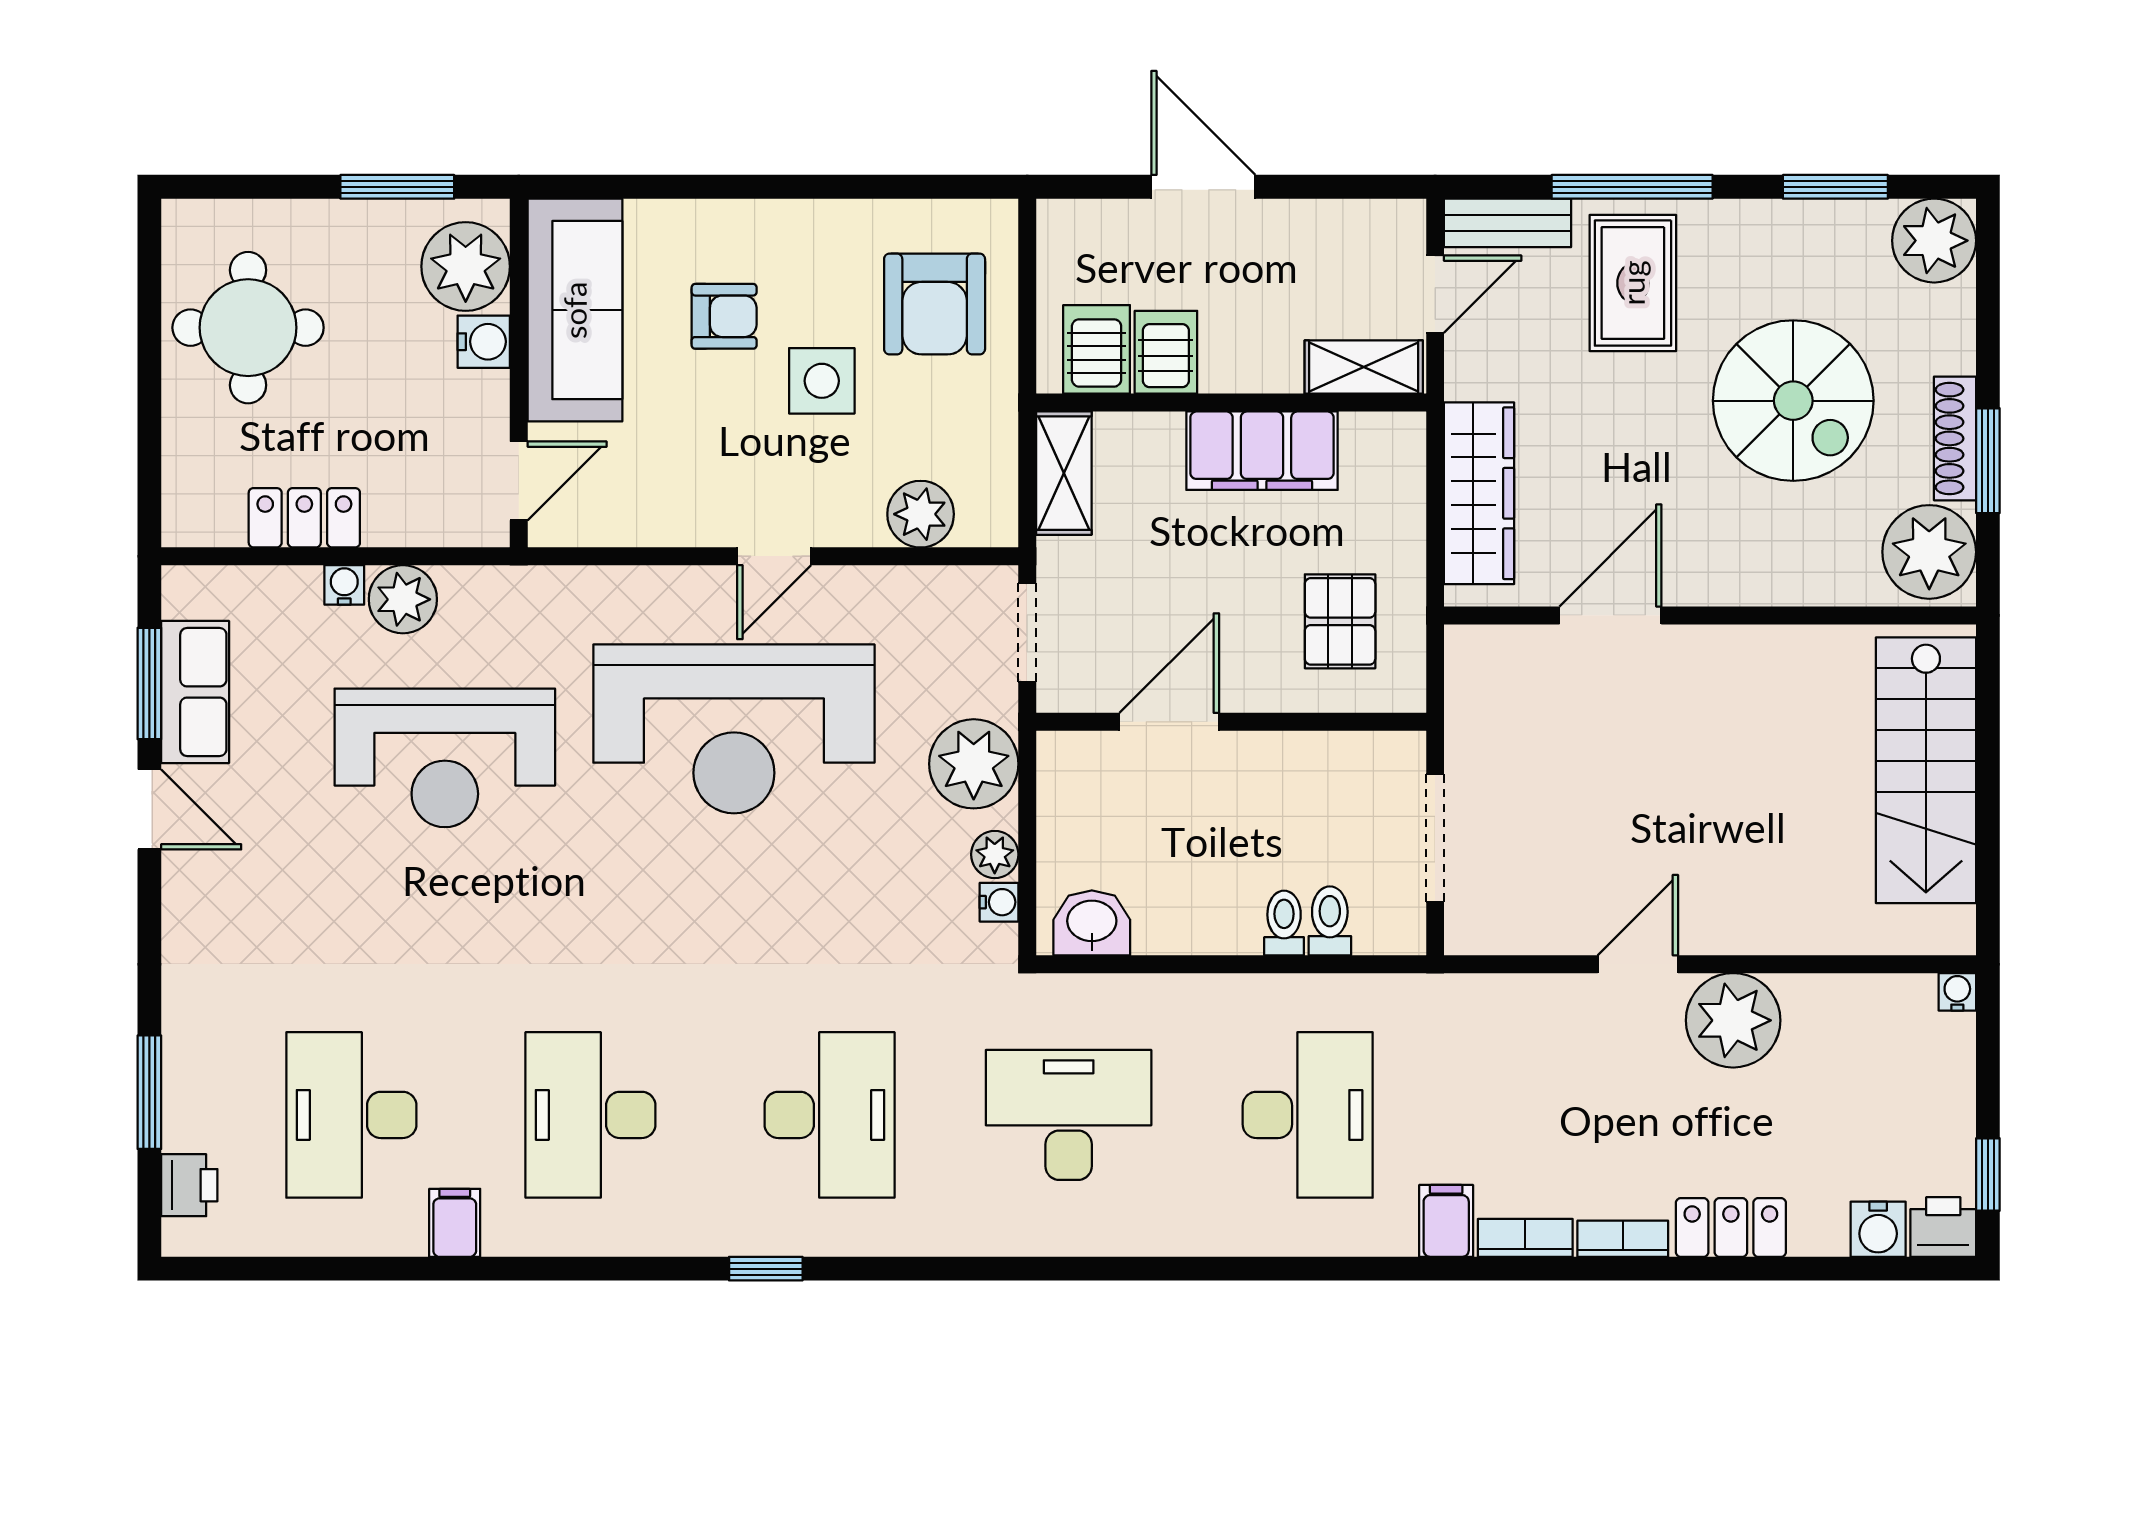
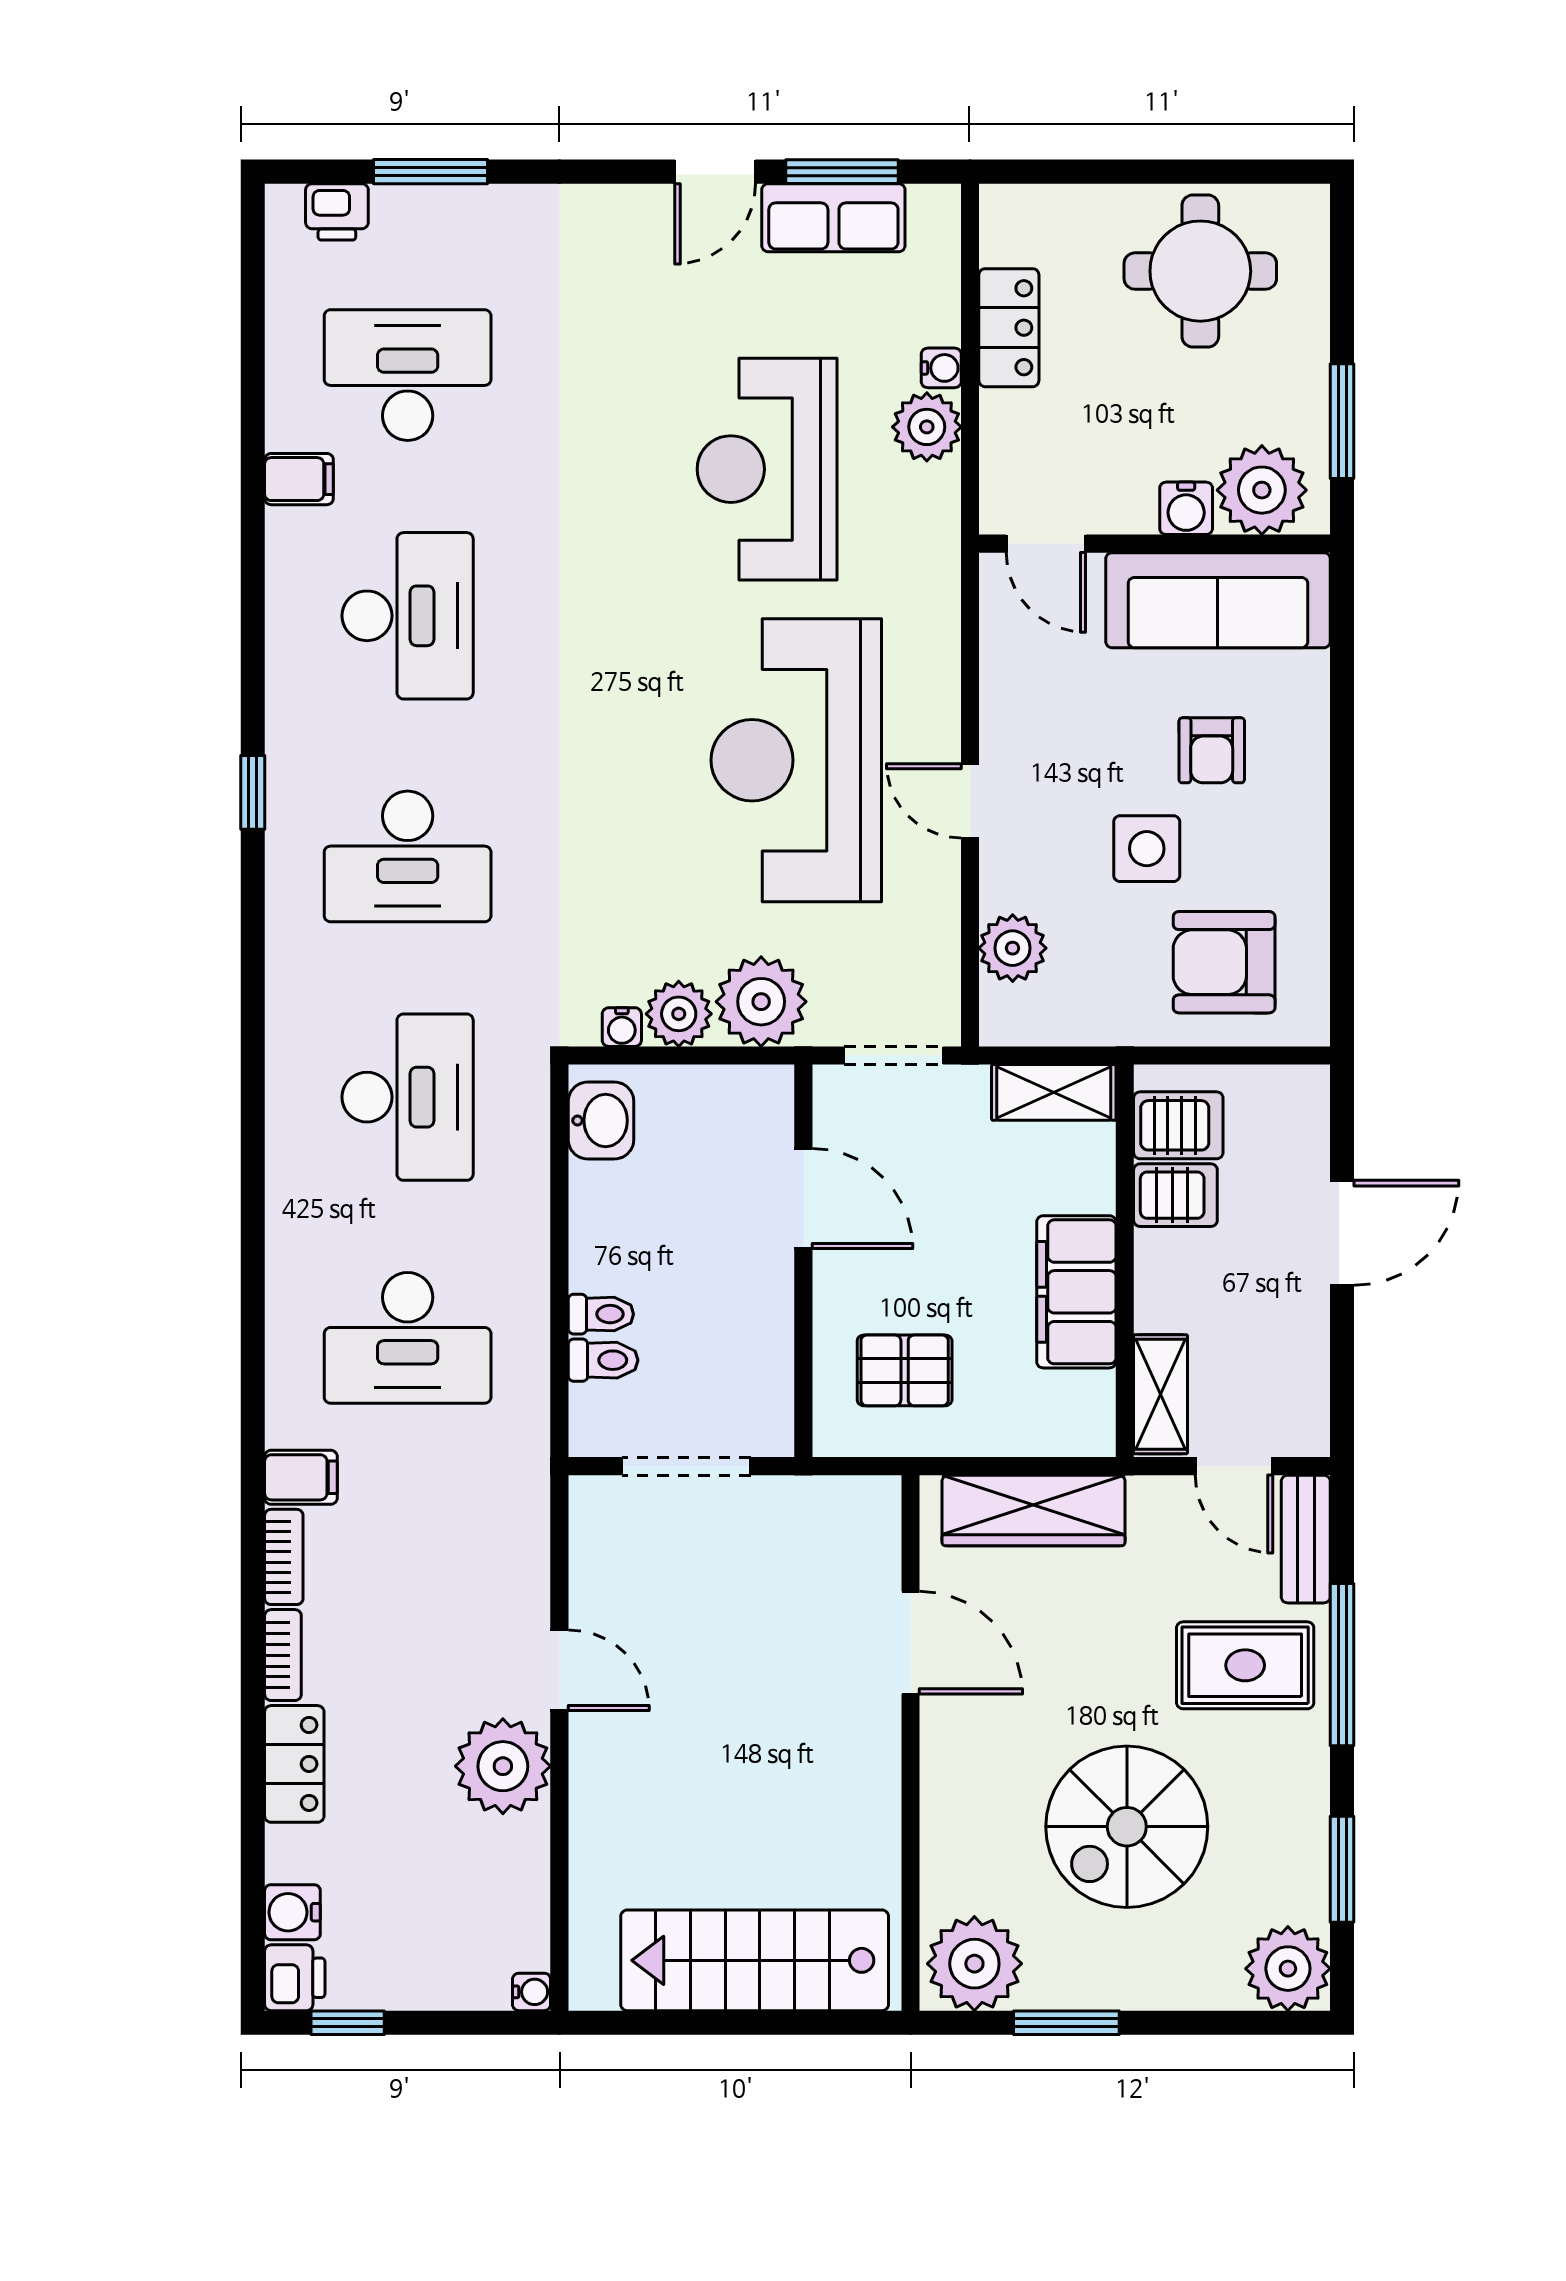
shoe rack: (1955, 438) -> (1089, 1990), removed
plant: (995, 854) -> (679, 1014), width x1.38, depth x1.38
desk: (590, 1115) -> (408, 616), turned 90

